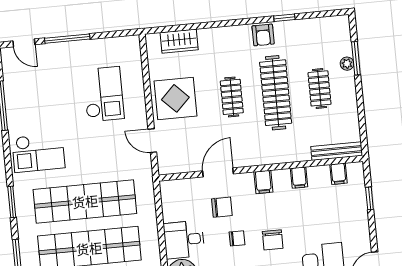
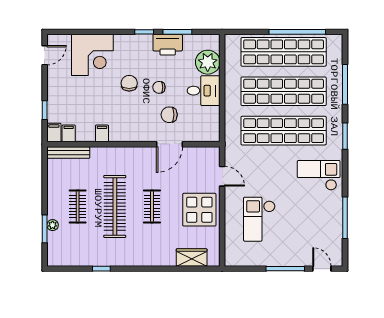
armchair: (263, 35) -> (121, 256), removed
filing cabinet: (263, 182) -> (54, 133), moved

